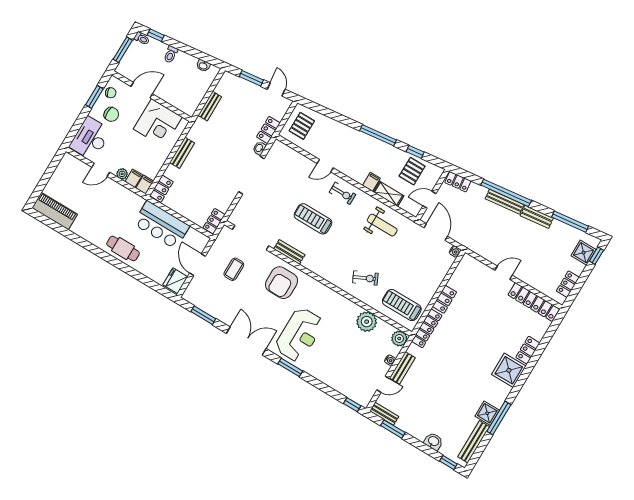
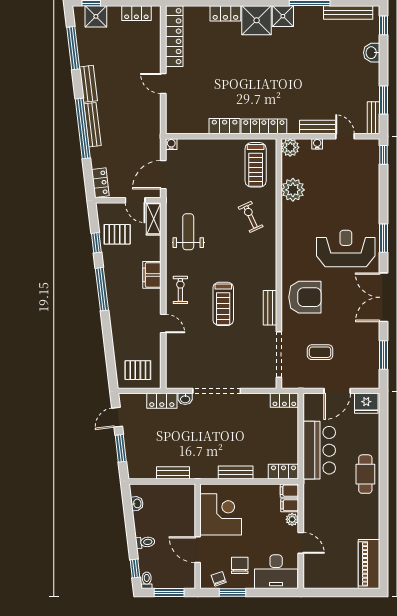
filing cabinet: (371, 182) -> (152, 275), width x2.00
shelving: (389, 194) -> (154, 219), moved
shower: (487, 413) -> (283, 16), moved

